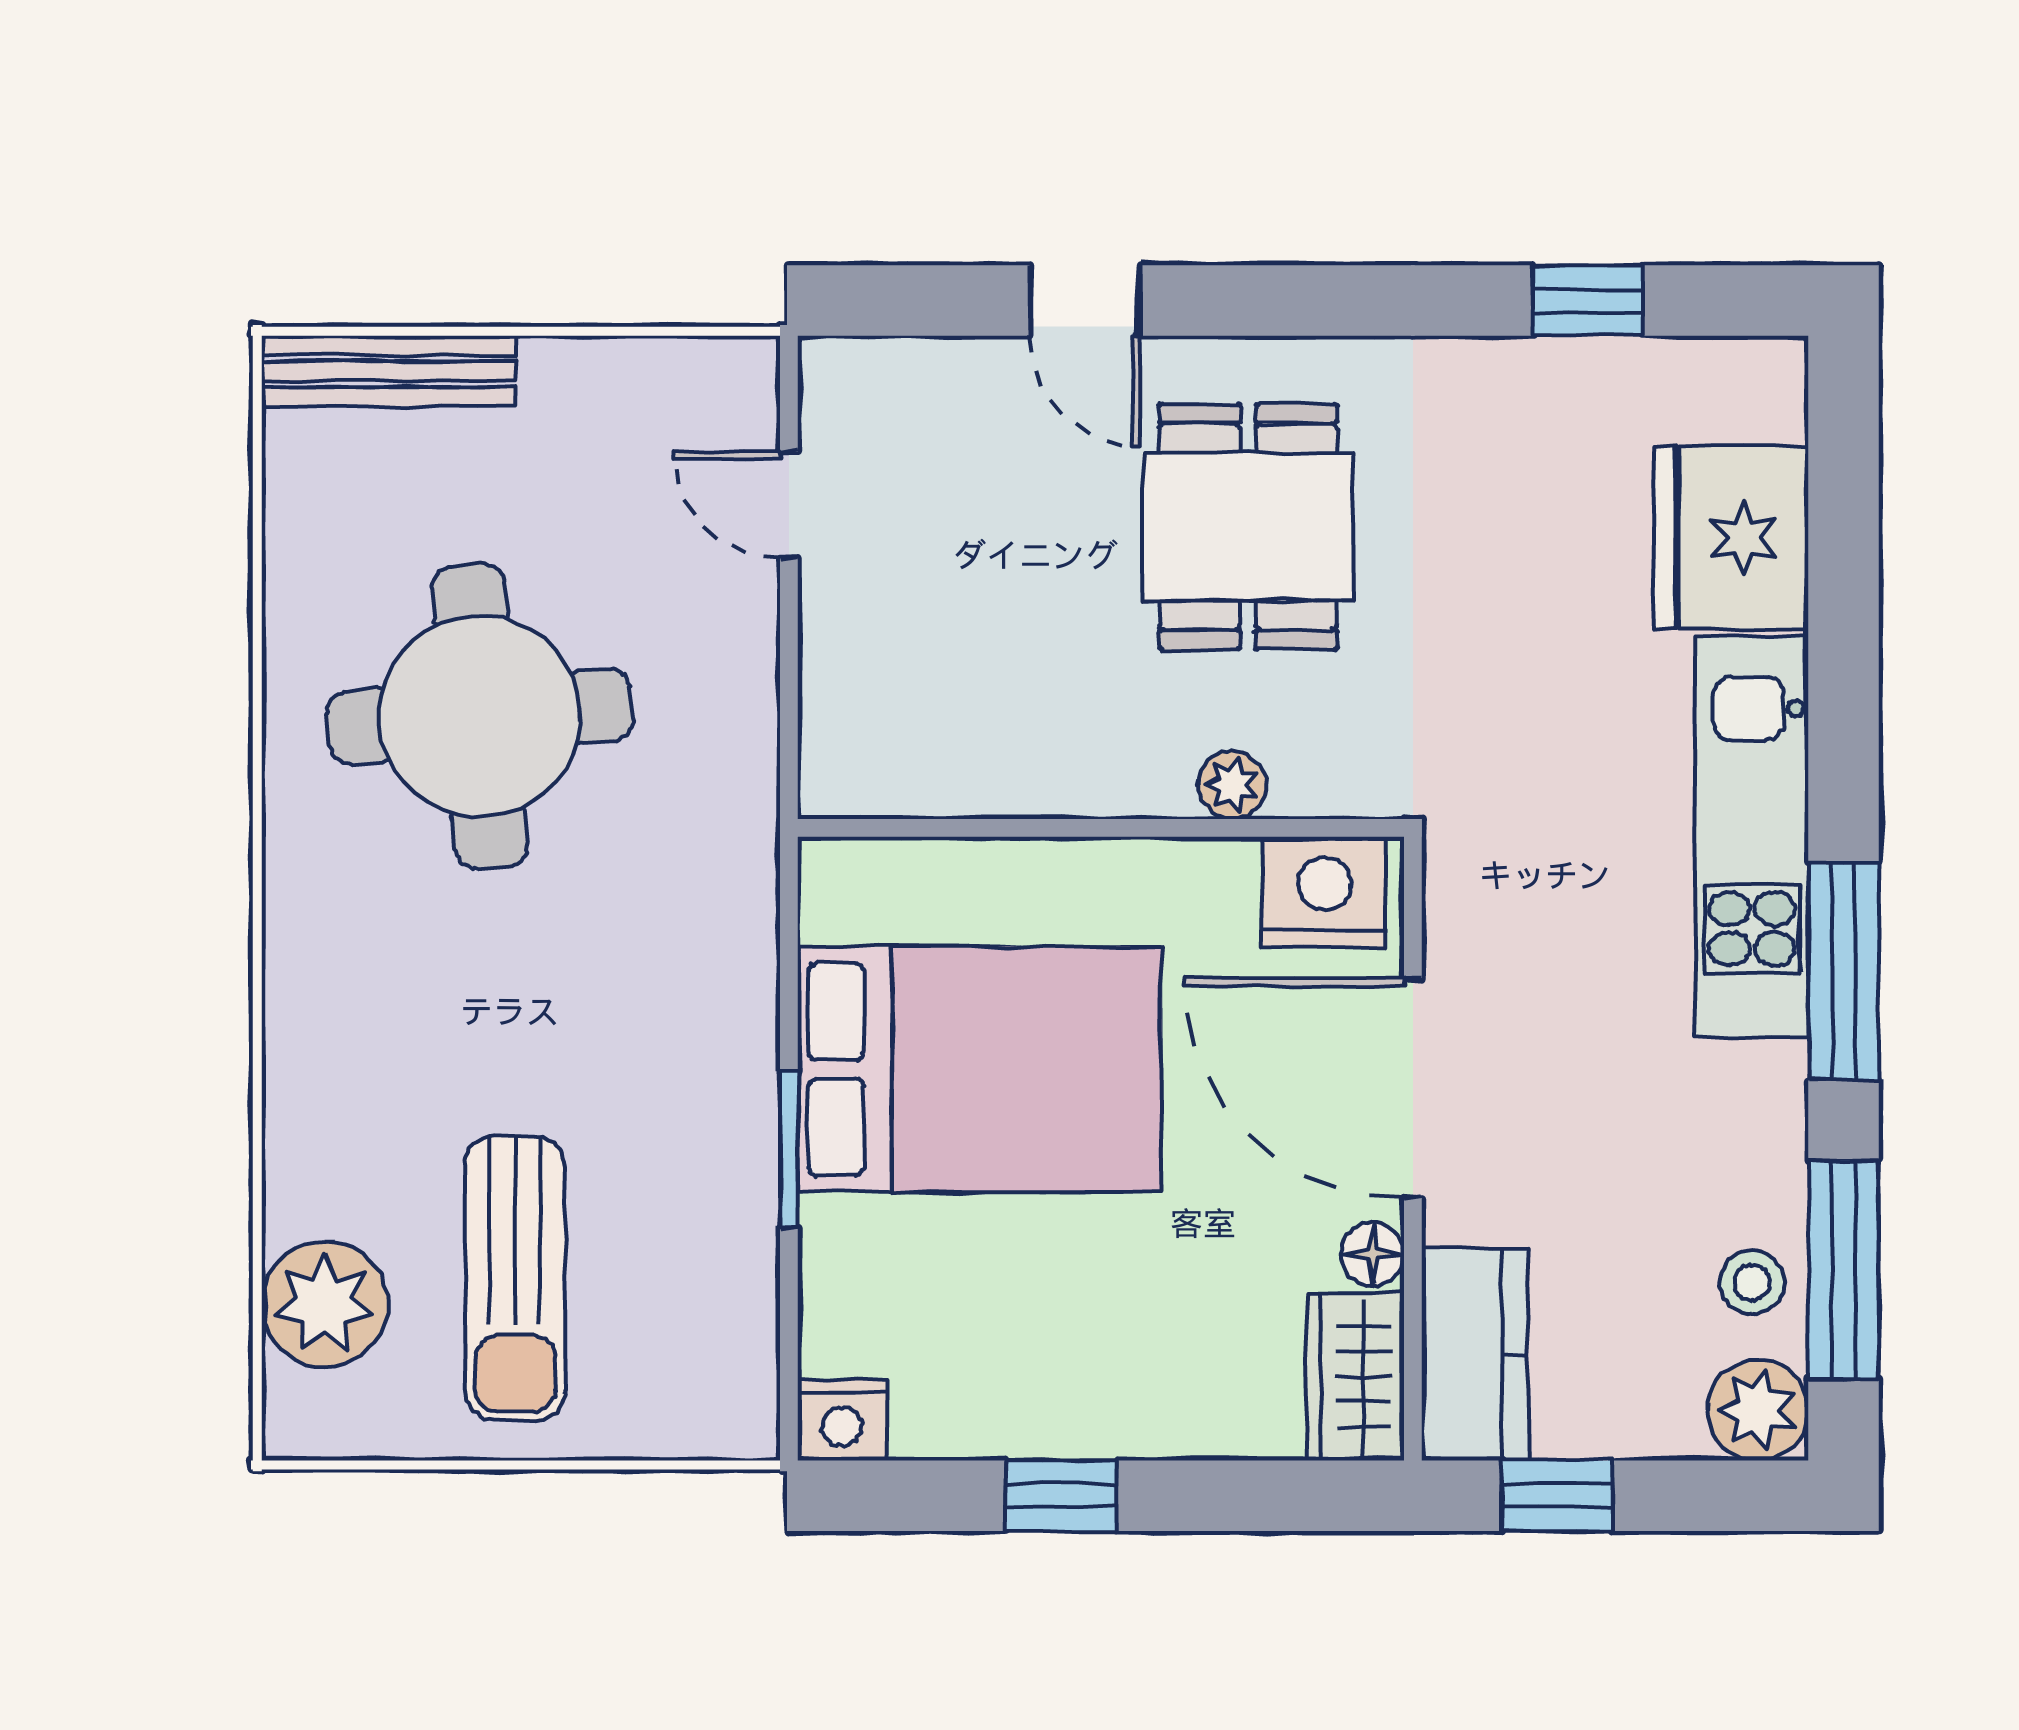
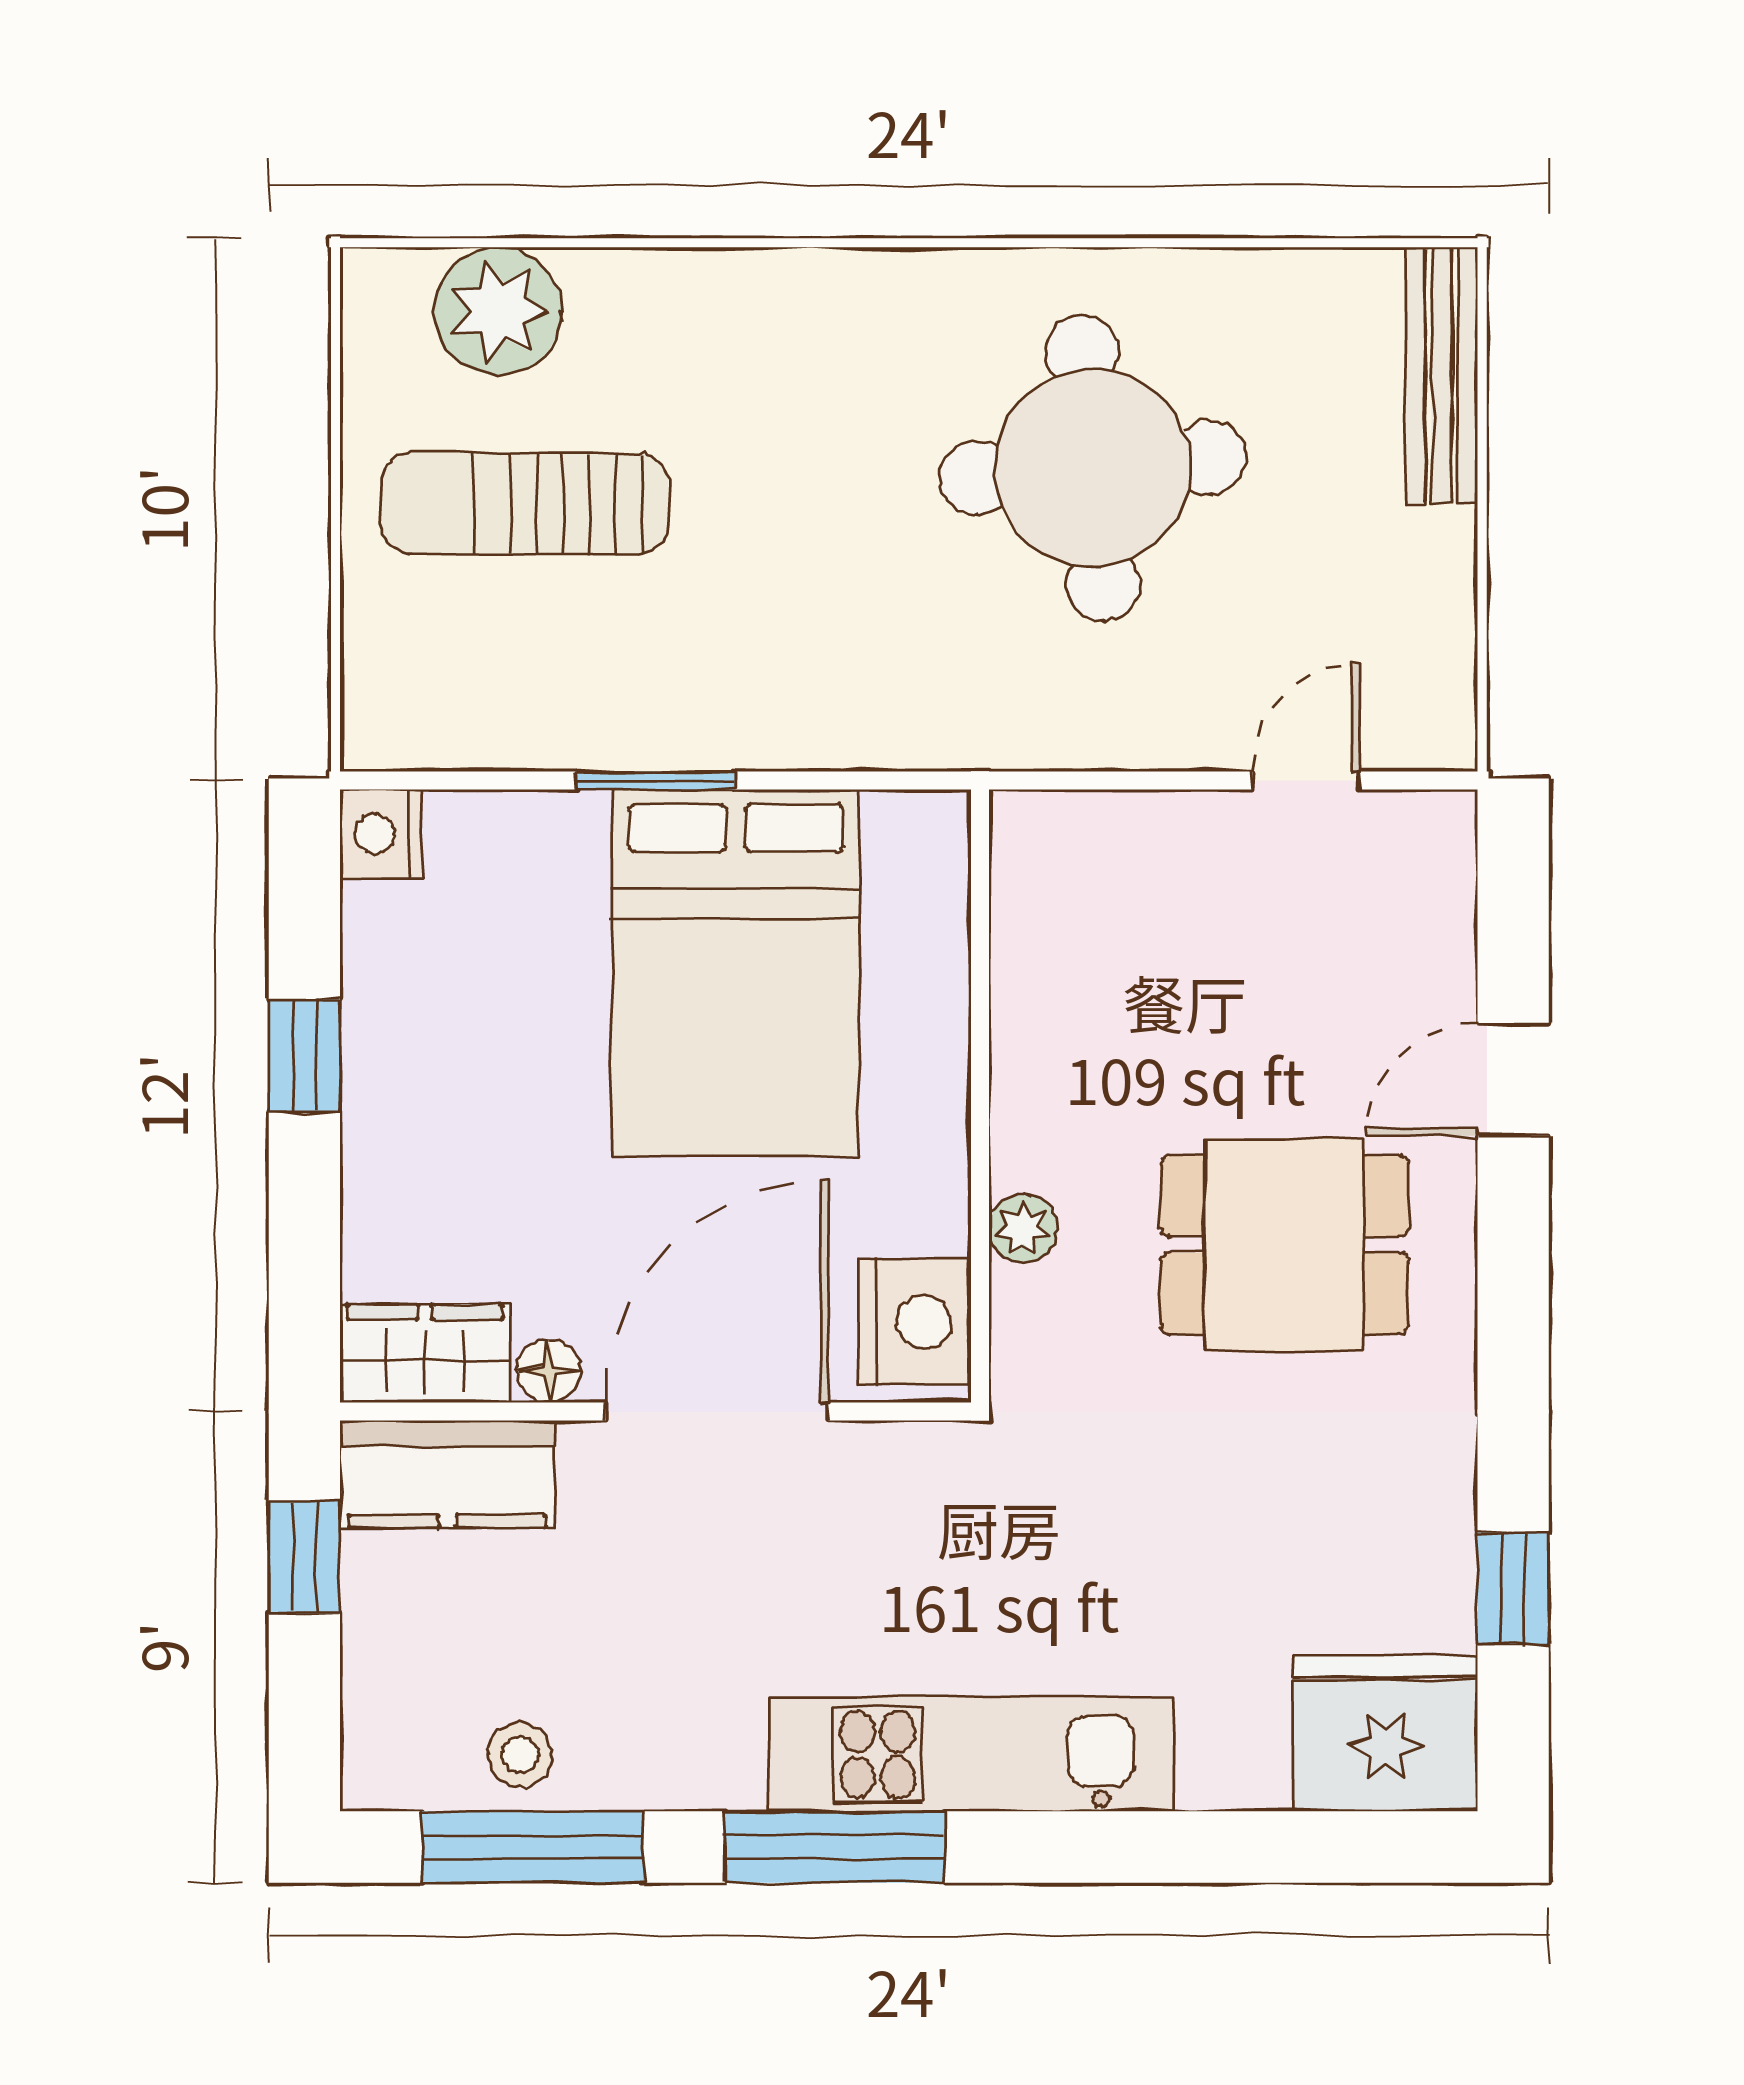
fridge: (1731, 538) -> (1385, 1733), moved
plant: (1758, 1410) -> (391, 1760), removed

